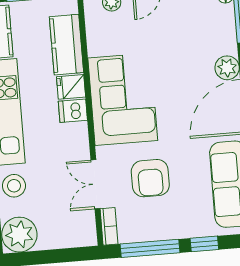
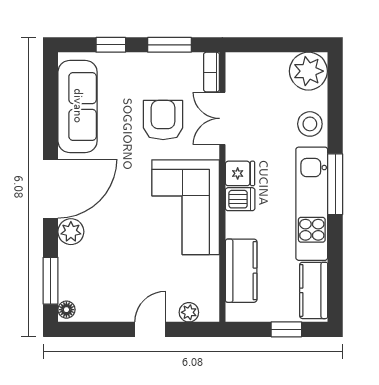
fridge: (71, 87) -> (240, 173), moved
double door: (95, 184) -> (222, 118), swing flipped
window: (150, 248) -> (169, 45), width x0.69

